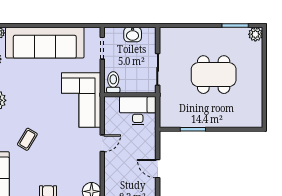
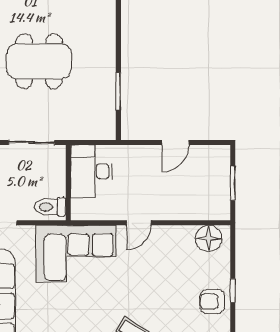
dining table: (214, 75) -> (39, 61), turned 90
door: (102, 143) -> (139, 223), swing flipped

